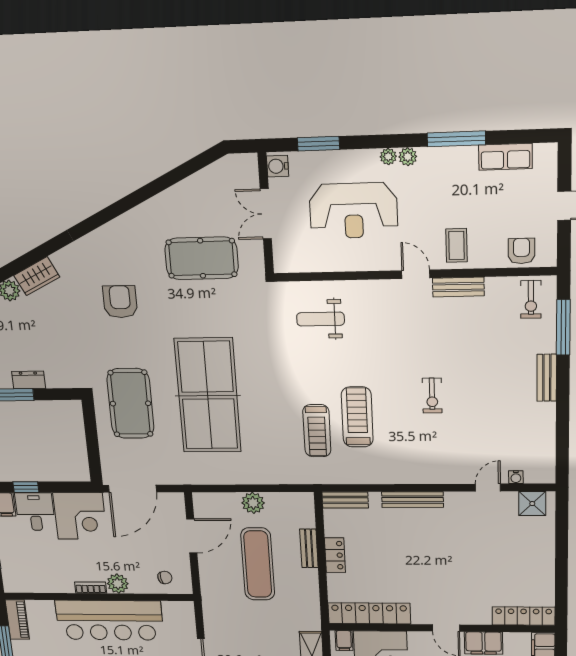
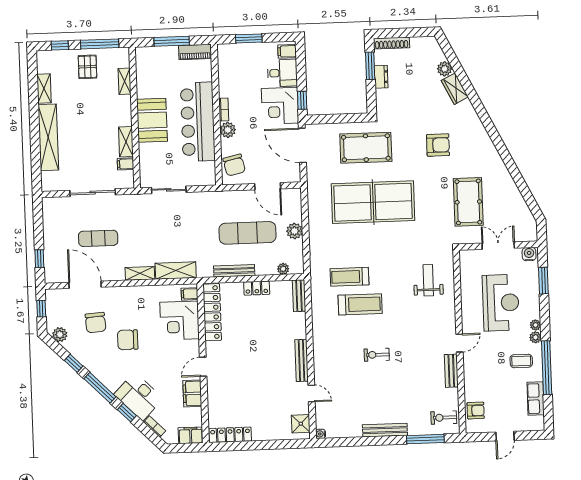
window: (456, 139) -> (547, 368), width x1.46
reception desk: (353, 211) -> (501, 303), turned 180
coffee table: (456, 245) -> (521, 361), moved
bench: (547, 378) -> (385, 430), width x1.36
water cooler: (516, 477) -> (321, 434), moved
window: (26, 487) -> (302, 100), moved
bench: (412, 500) -> (302, 360), moved
plant: (307, 520) -> (283, 269), added
bench: (309, 548) -> (234, 271), moved, width x1.36
chair: (165, 577) -> (234, 165), width x1.87, depth x1.87
locker: (524, 616) -> (230, 435), moved, turned -90

